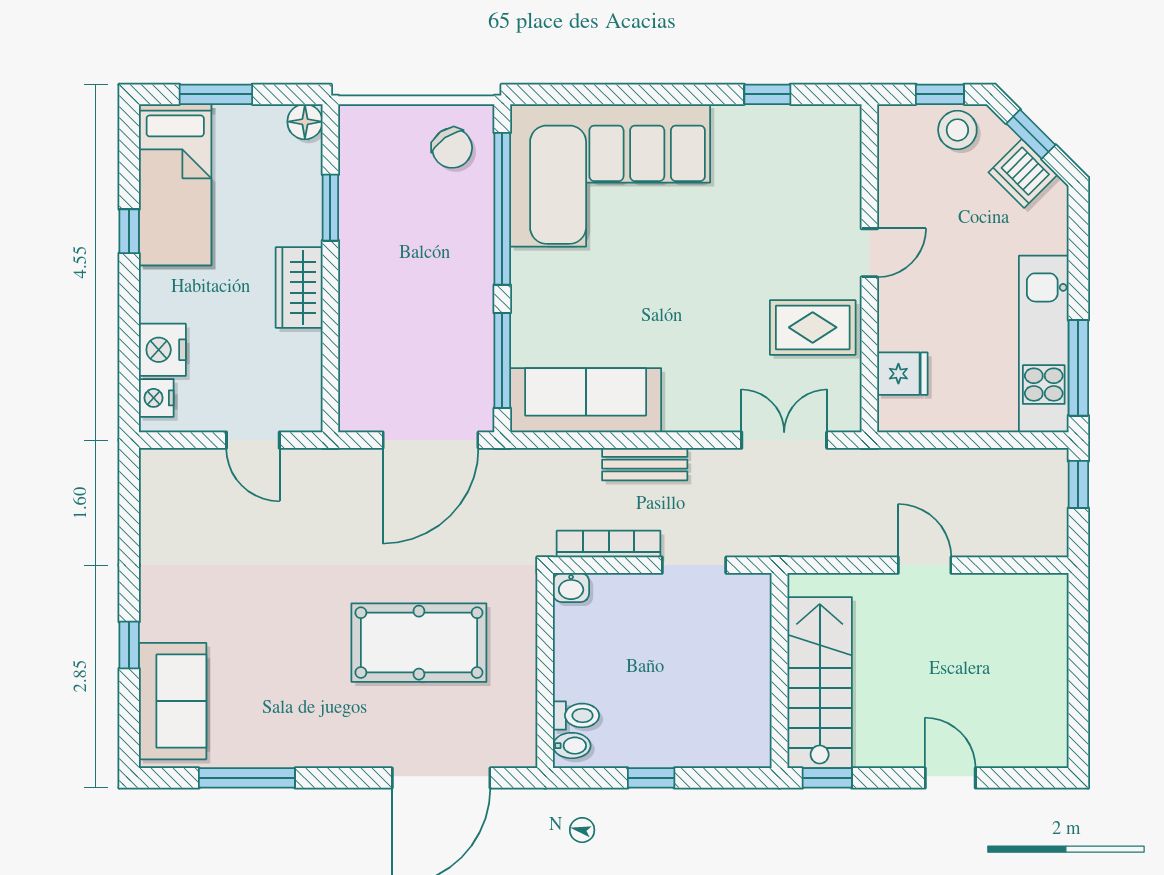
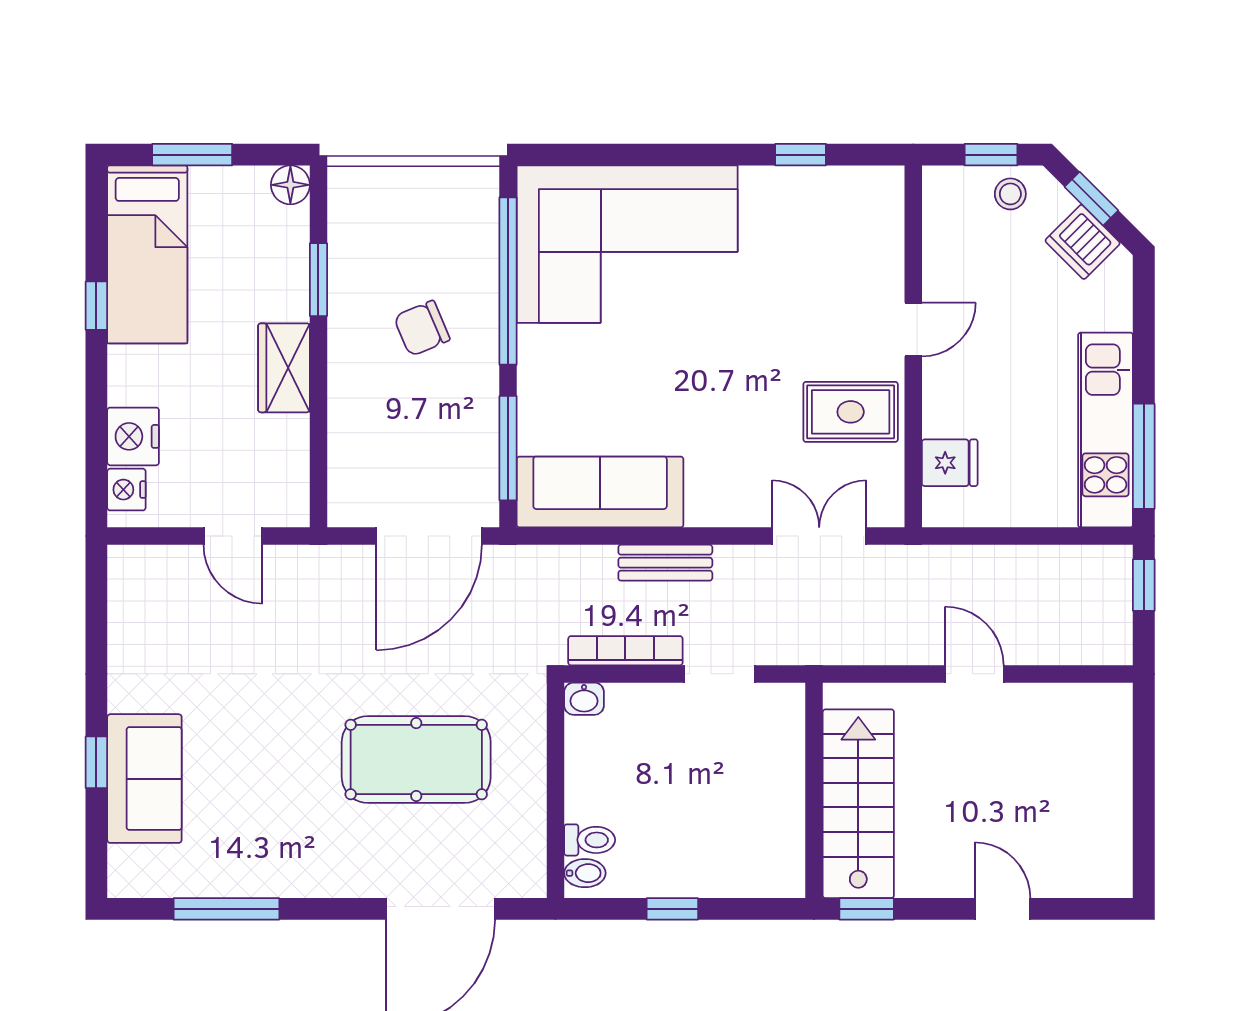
stool: (957, 130) -> (1010, 194), width x0.73, depth x0.73
chair: (452, 148) -> (422, 328), moved, turned 102
sofa: (173, 701) -> (144, 779), moved

